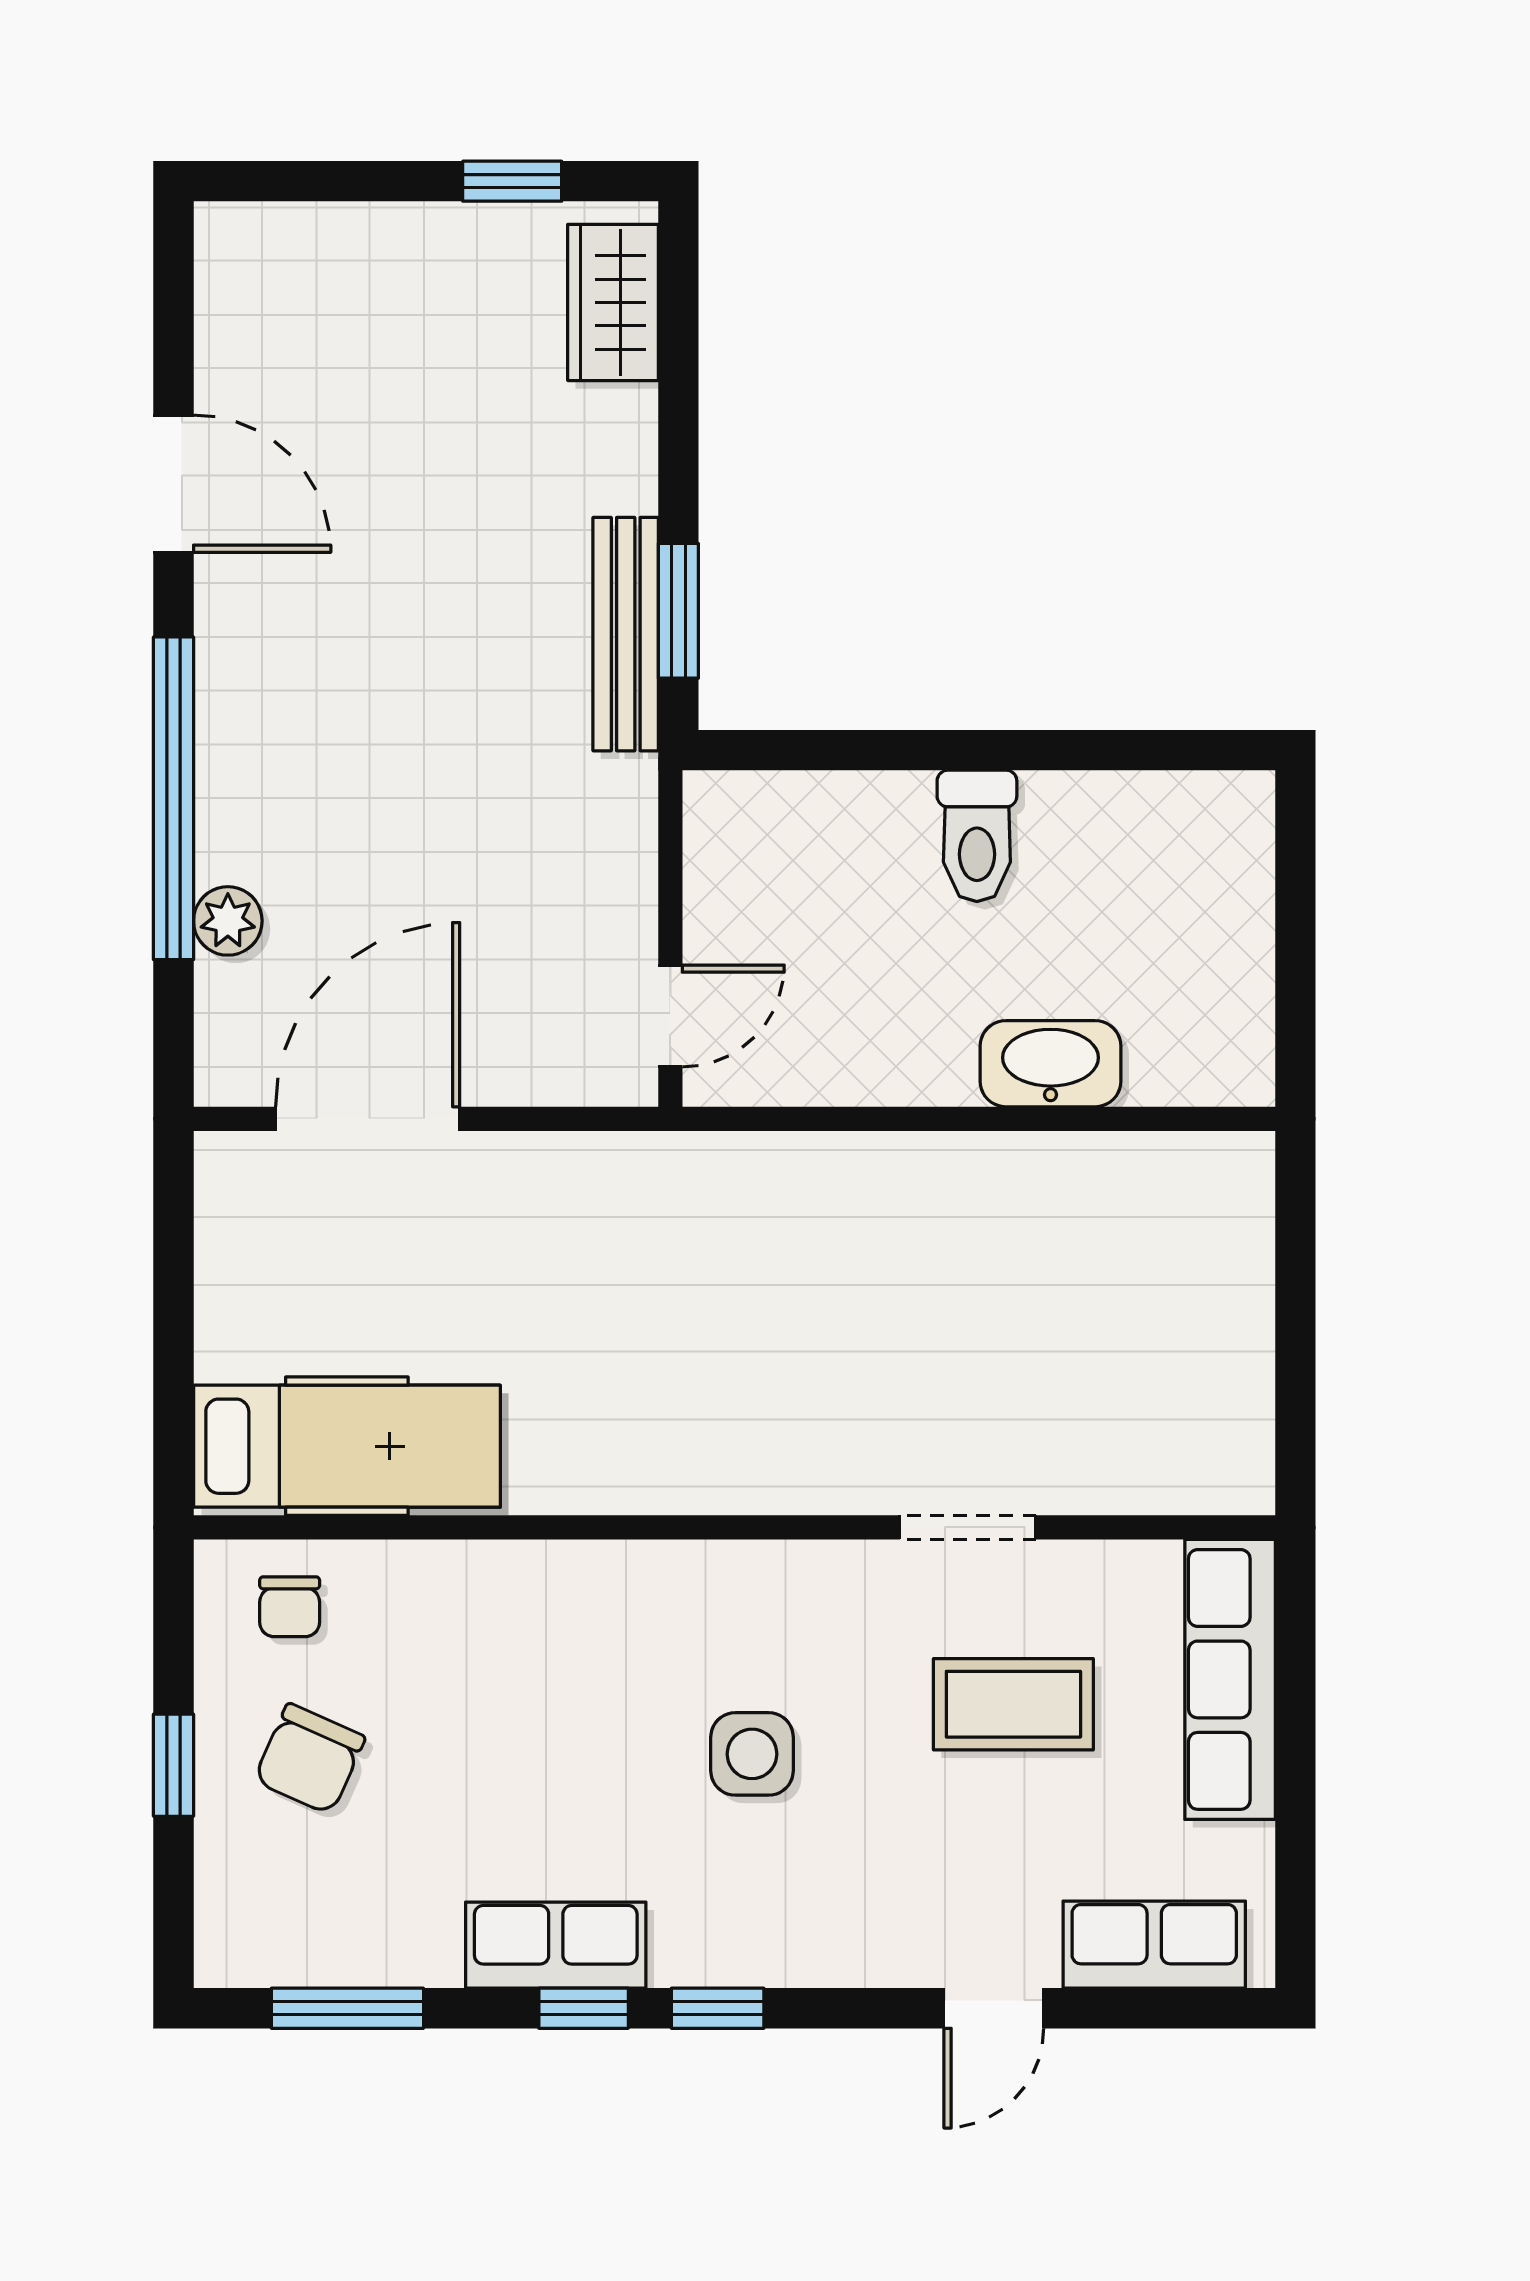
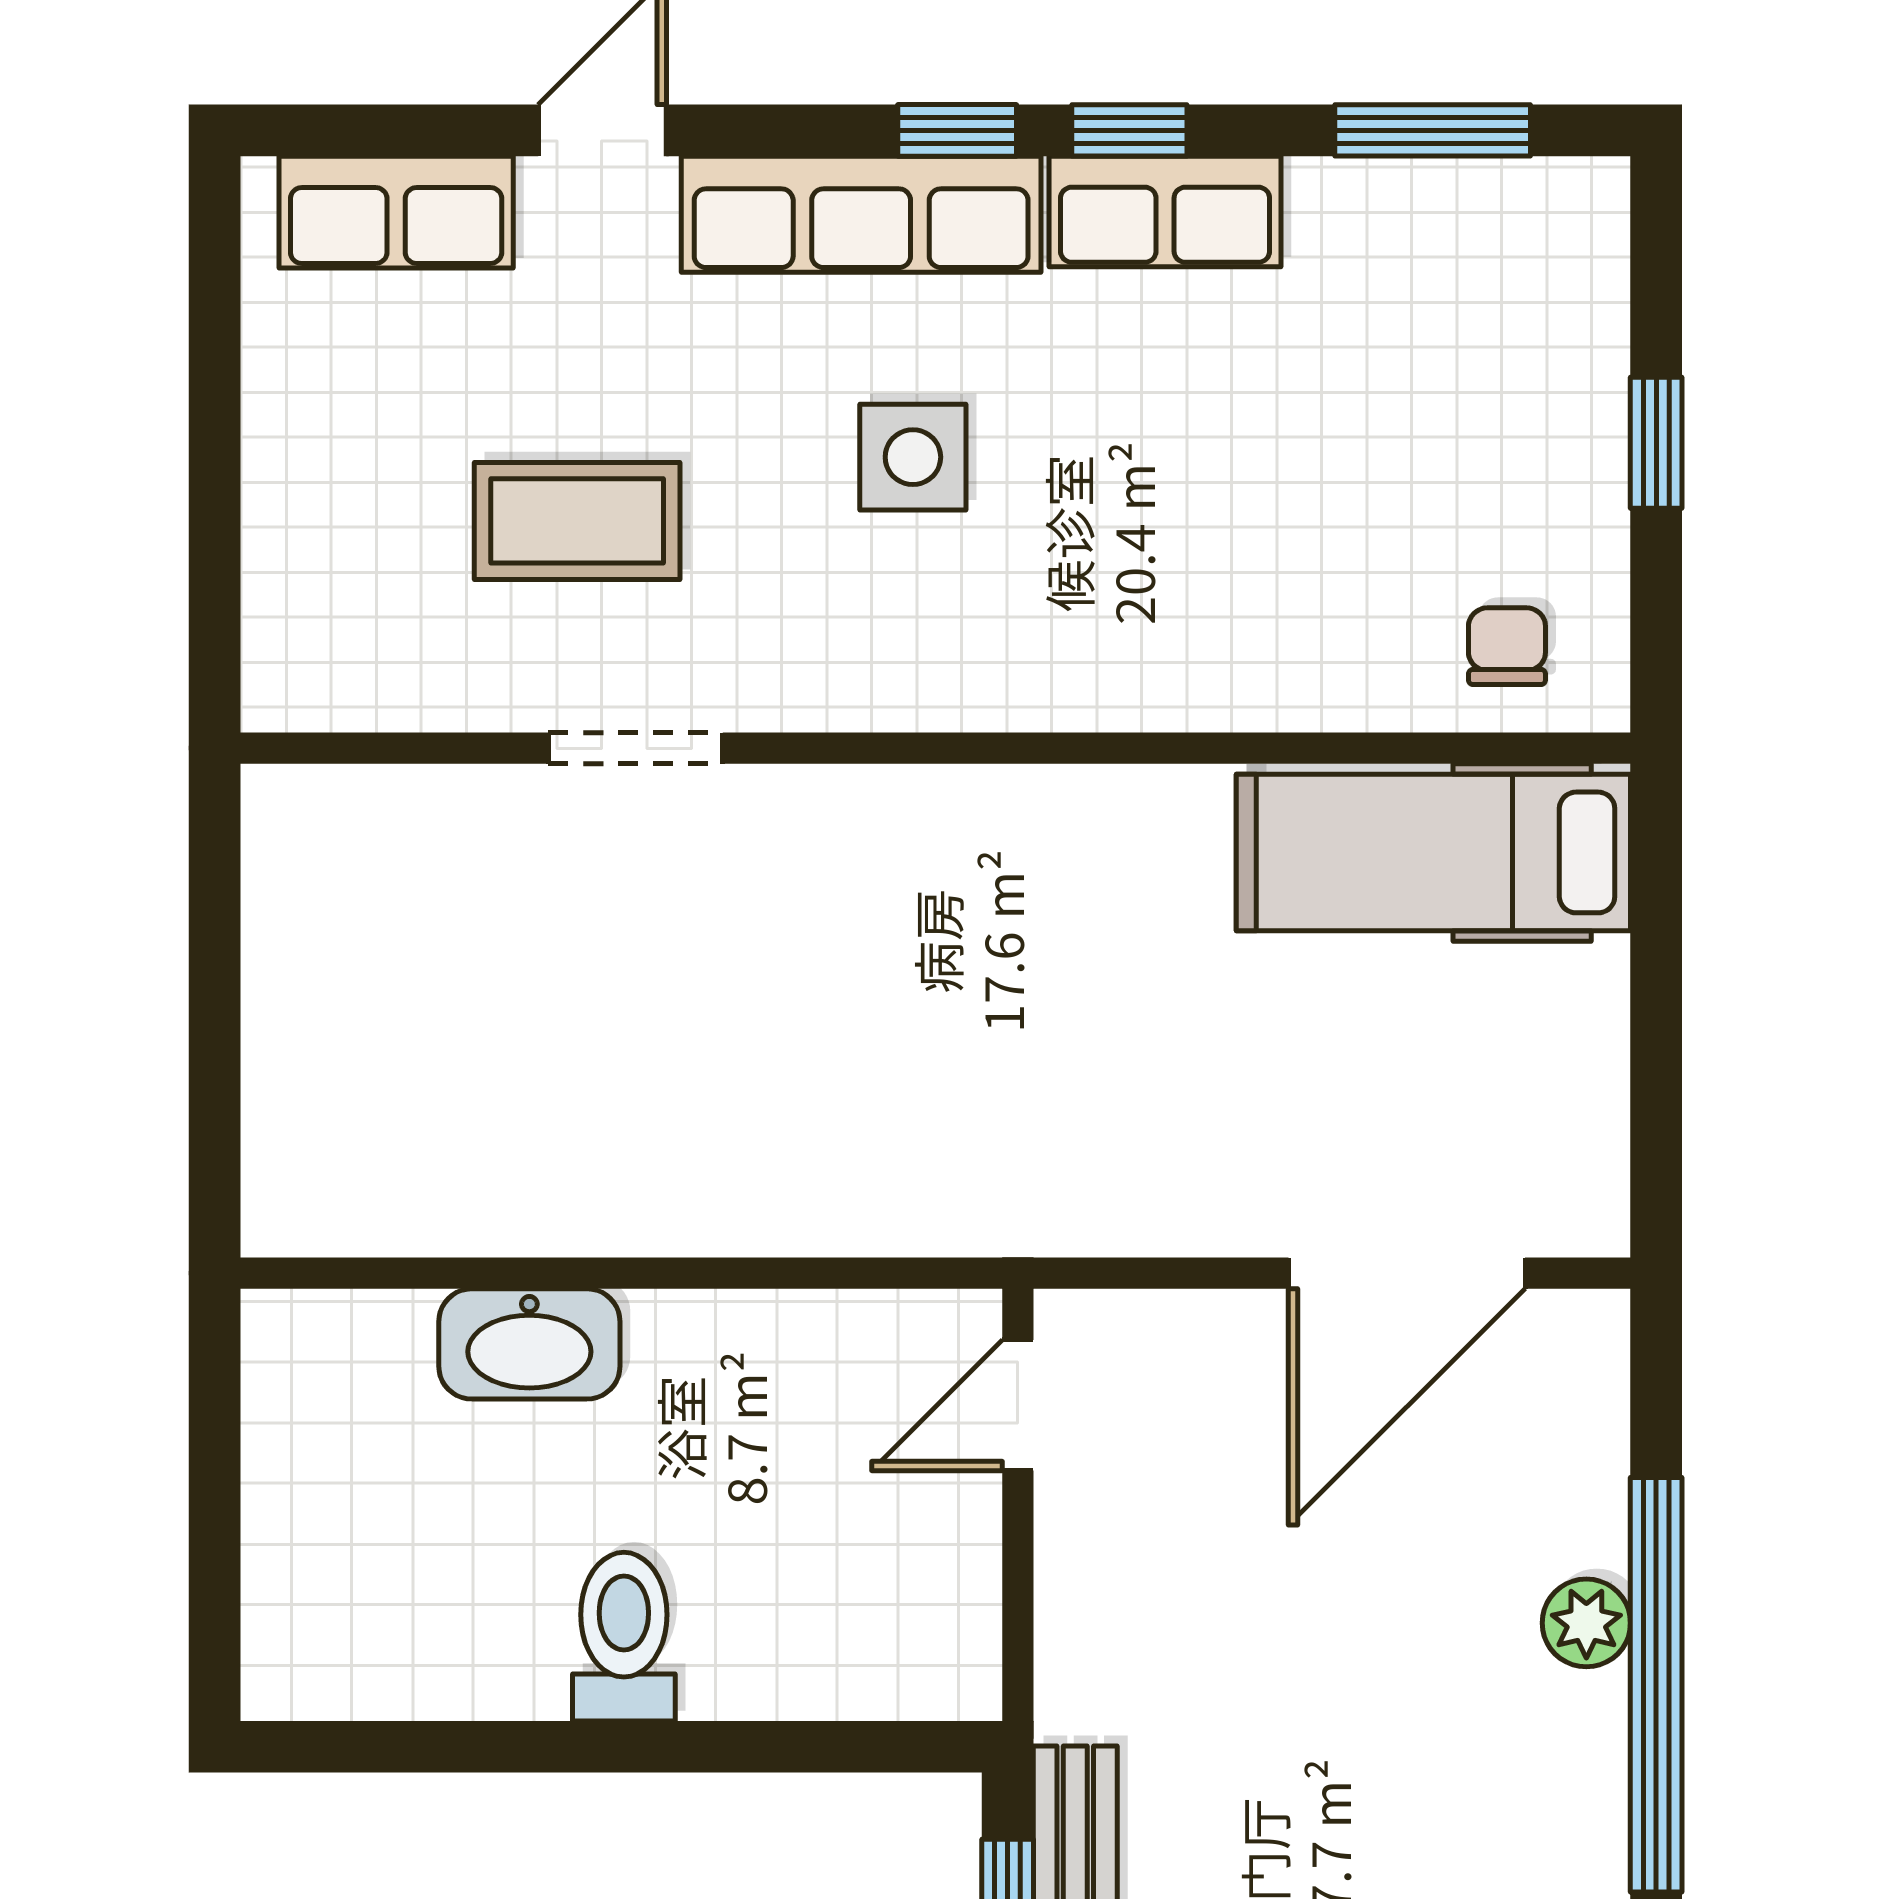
plant: (228, 921) -> (1586, 1623), moved
row of seats: (1230, 1679) -> (861, 214), moved, turned 90
chair: (309, 1759) -> (1481, 451), removed

